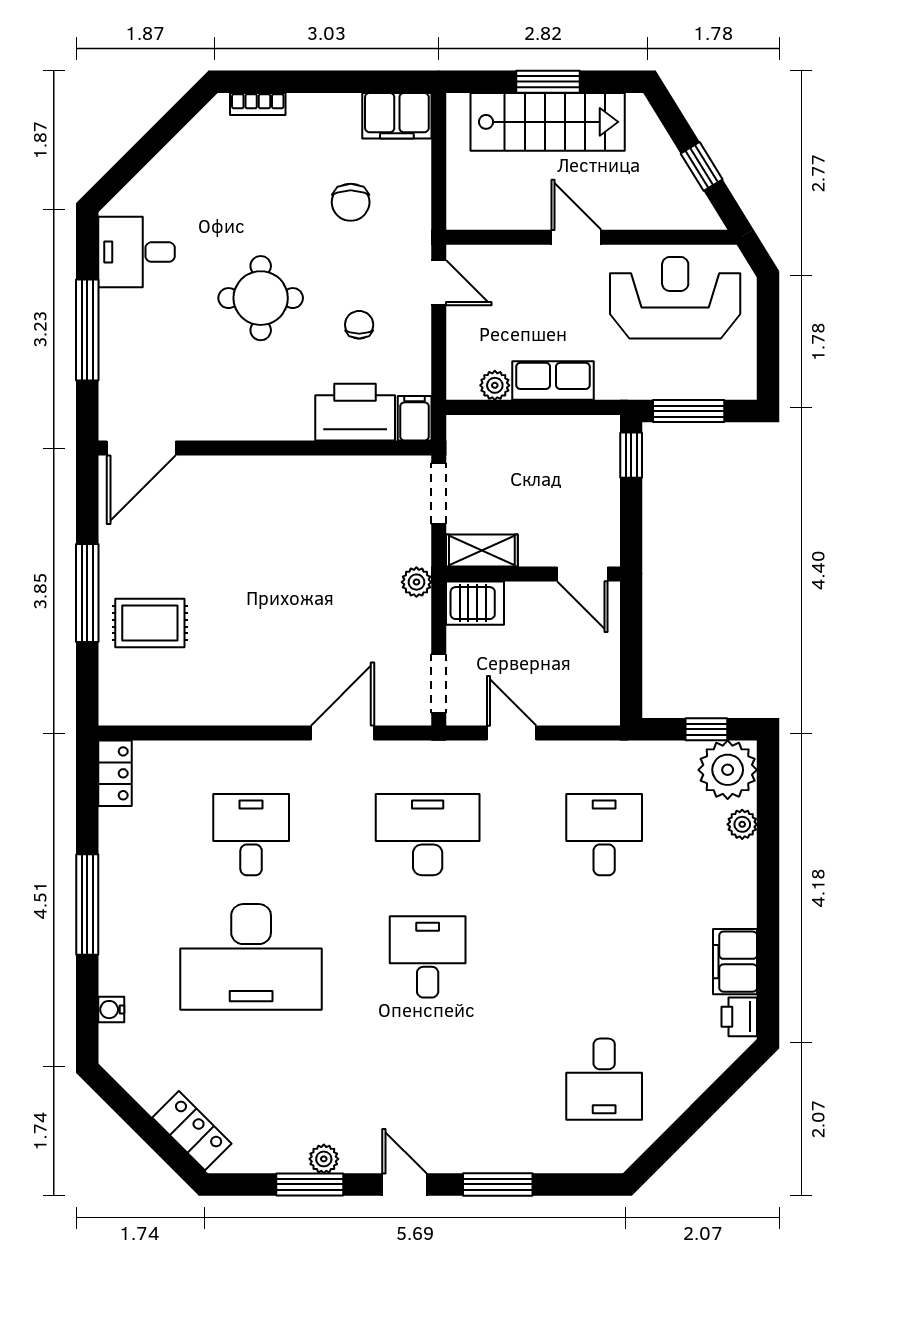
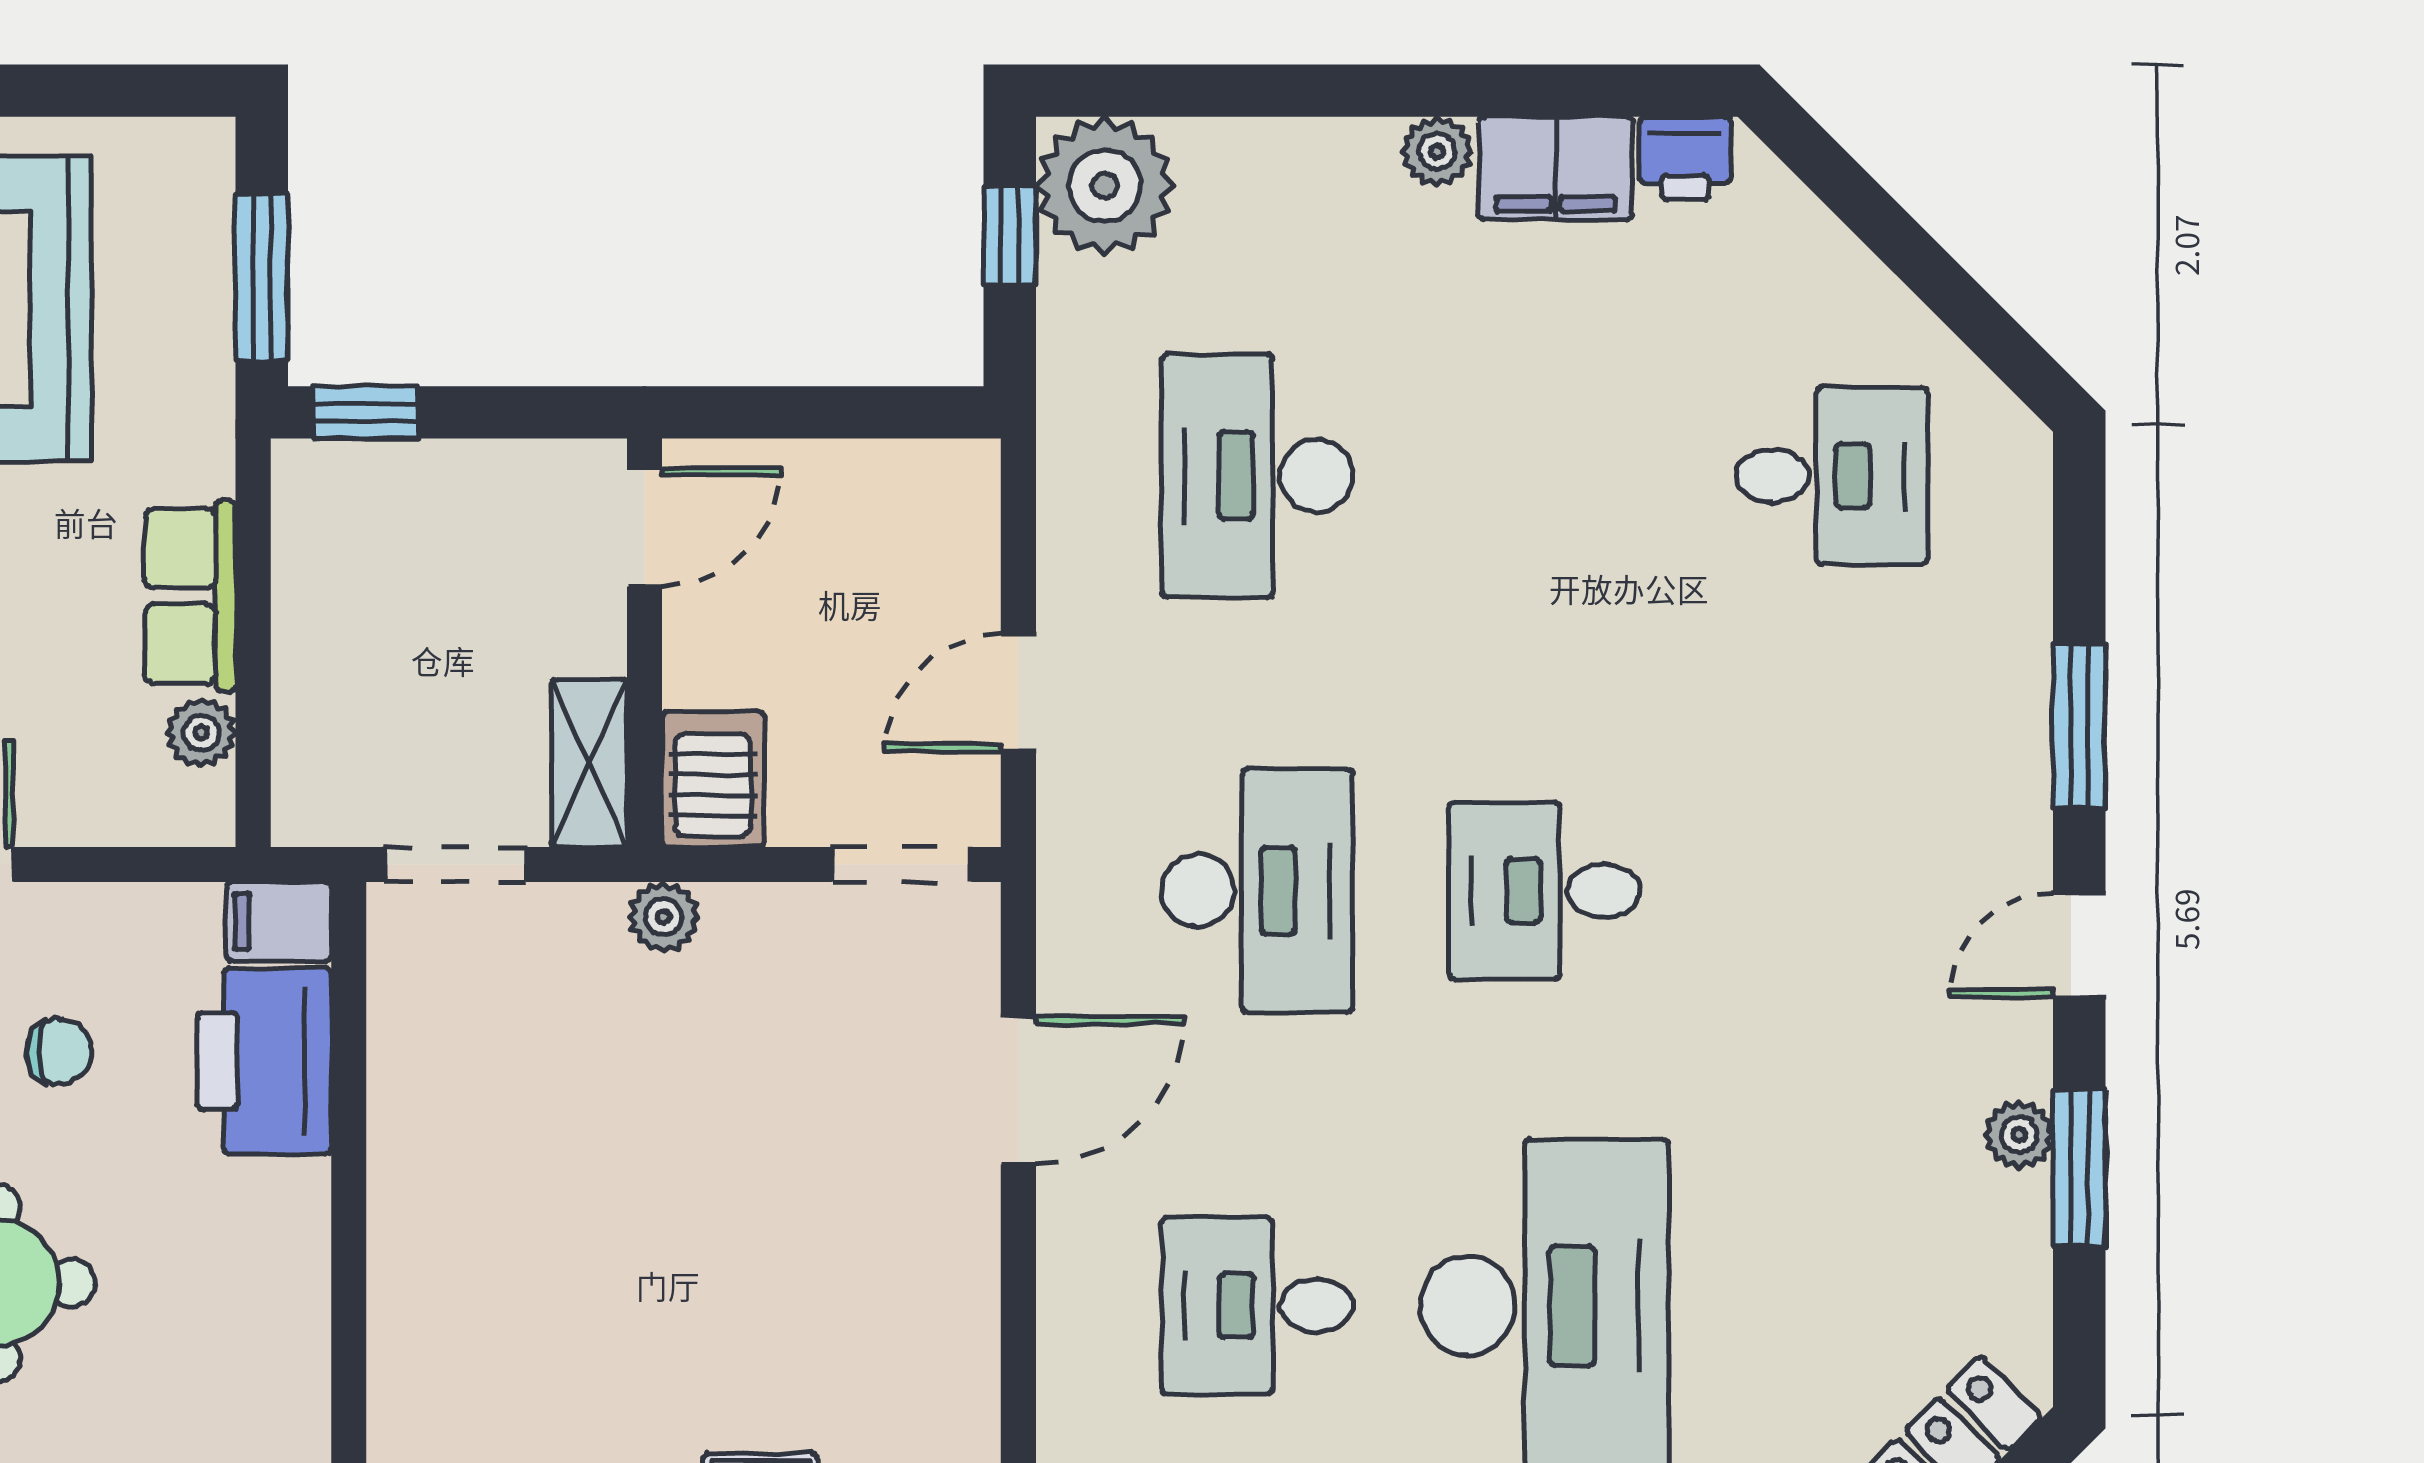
chair: (359, 325) -> (59, 1052), turned 180
door: (343, 733) -> (1018, 1090), swing flipped
plant: (742, 824) -> (1437, 151), moved
desk: (428, 835) -> (1257, 891), turned 180
desk: (604, 835) -> (1257, 476), width x1.37

